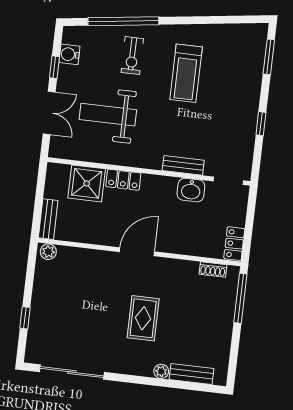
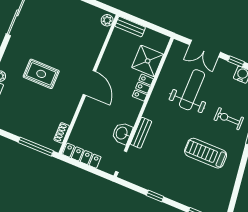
locker: (234, 244) -> (82, 156), width x1.53

